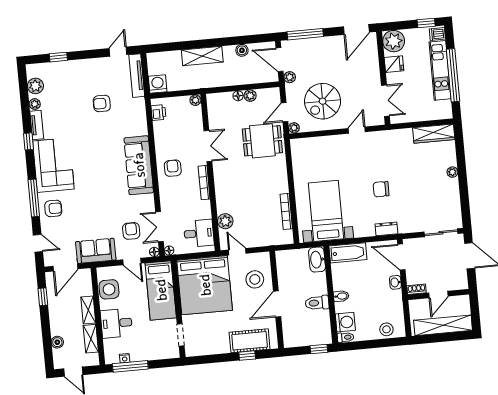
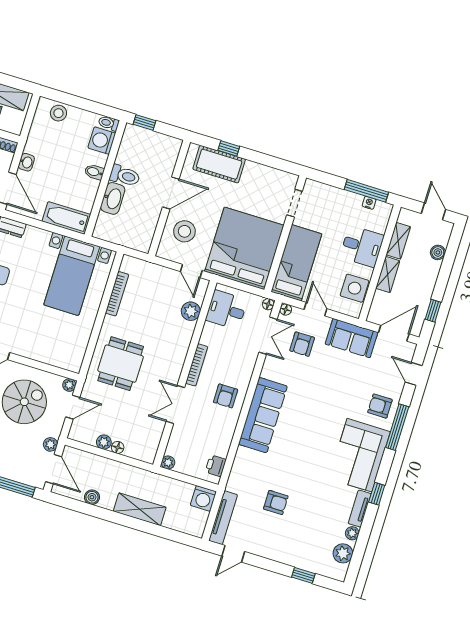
dining table: (262, 141) -> (121, 364), moved, turned 90
washbasin: (317, 260) -> (113, 198), moved

